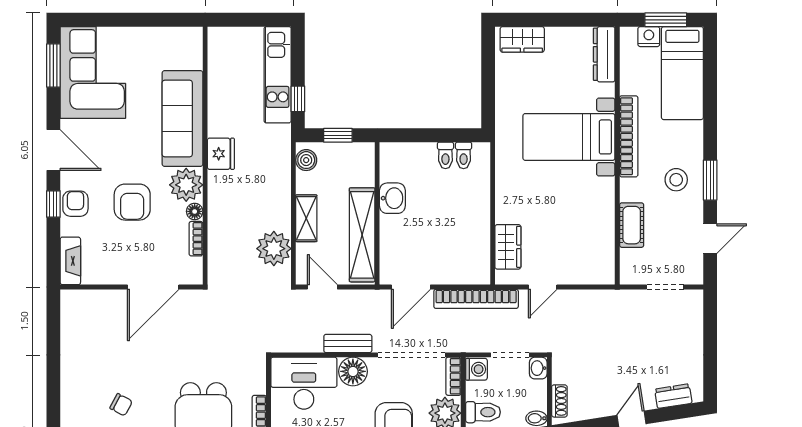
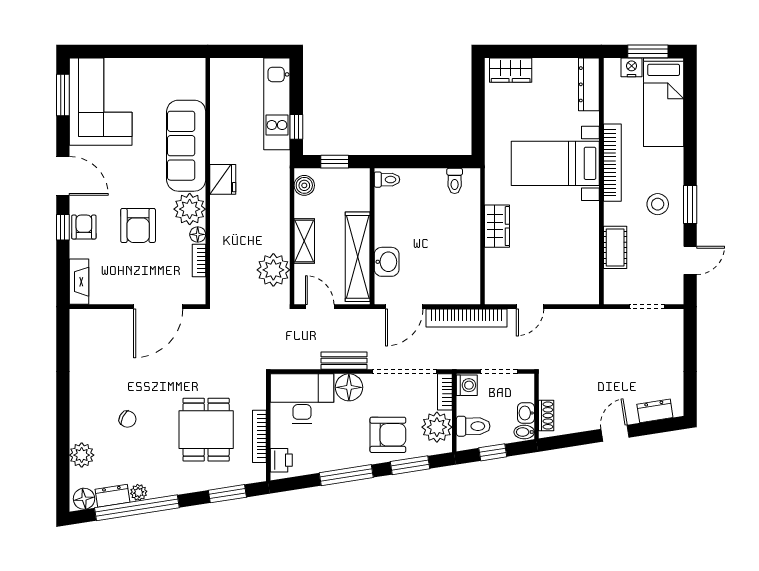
toilet: (445, 155) -> (387, 180), moved, turned -90
washbasin: (392, 198) -> (387, 262), moved
wardrobe: (508, 247) -> (497, 226), moved
washbasin: (538, 368) -> (526, 413), moved

